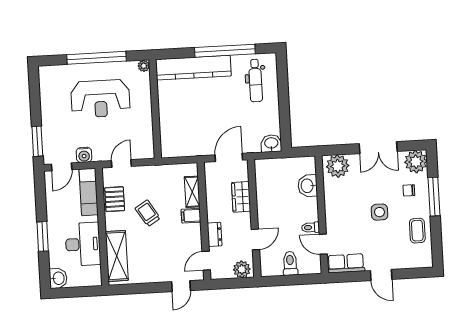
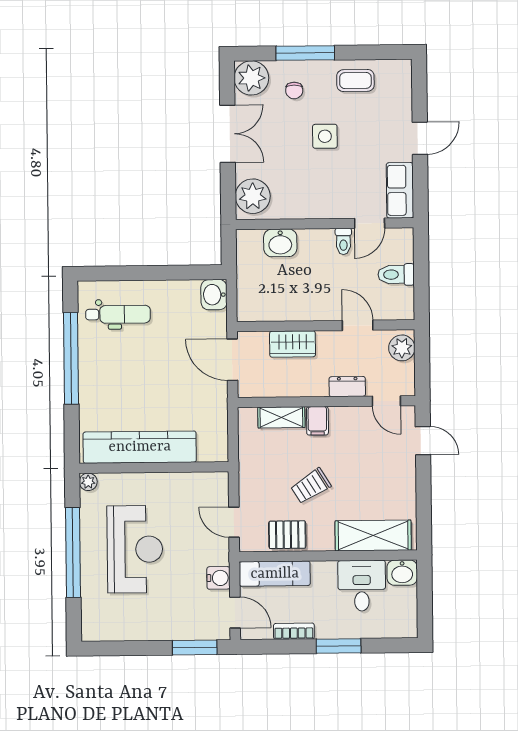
kitchen counter: (193, 68) -> (140, 447), moved, turned -90
bookcase: (51, 206) -> (294, 631), added
desk: (83, 244) -> (362, 586), width x0.73
washbasin: (58, 278) -> (402, 573), moved, turned 180

